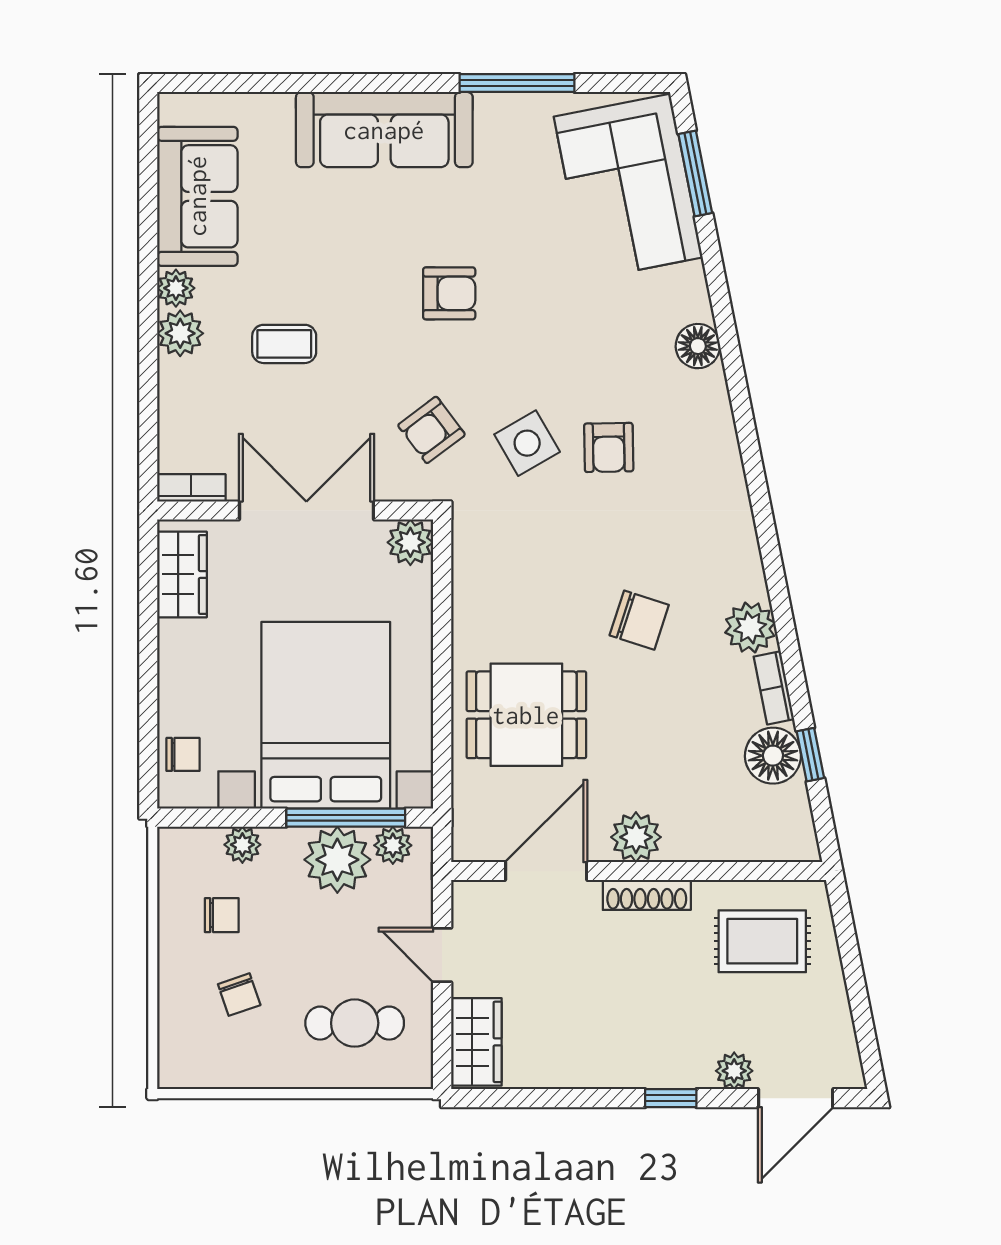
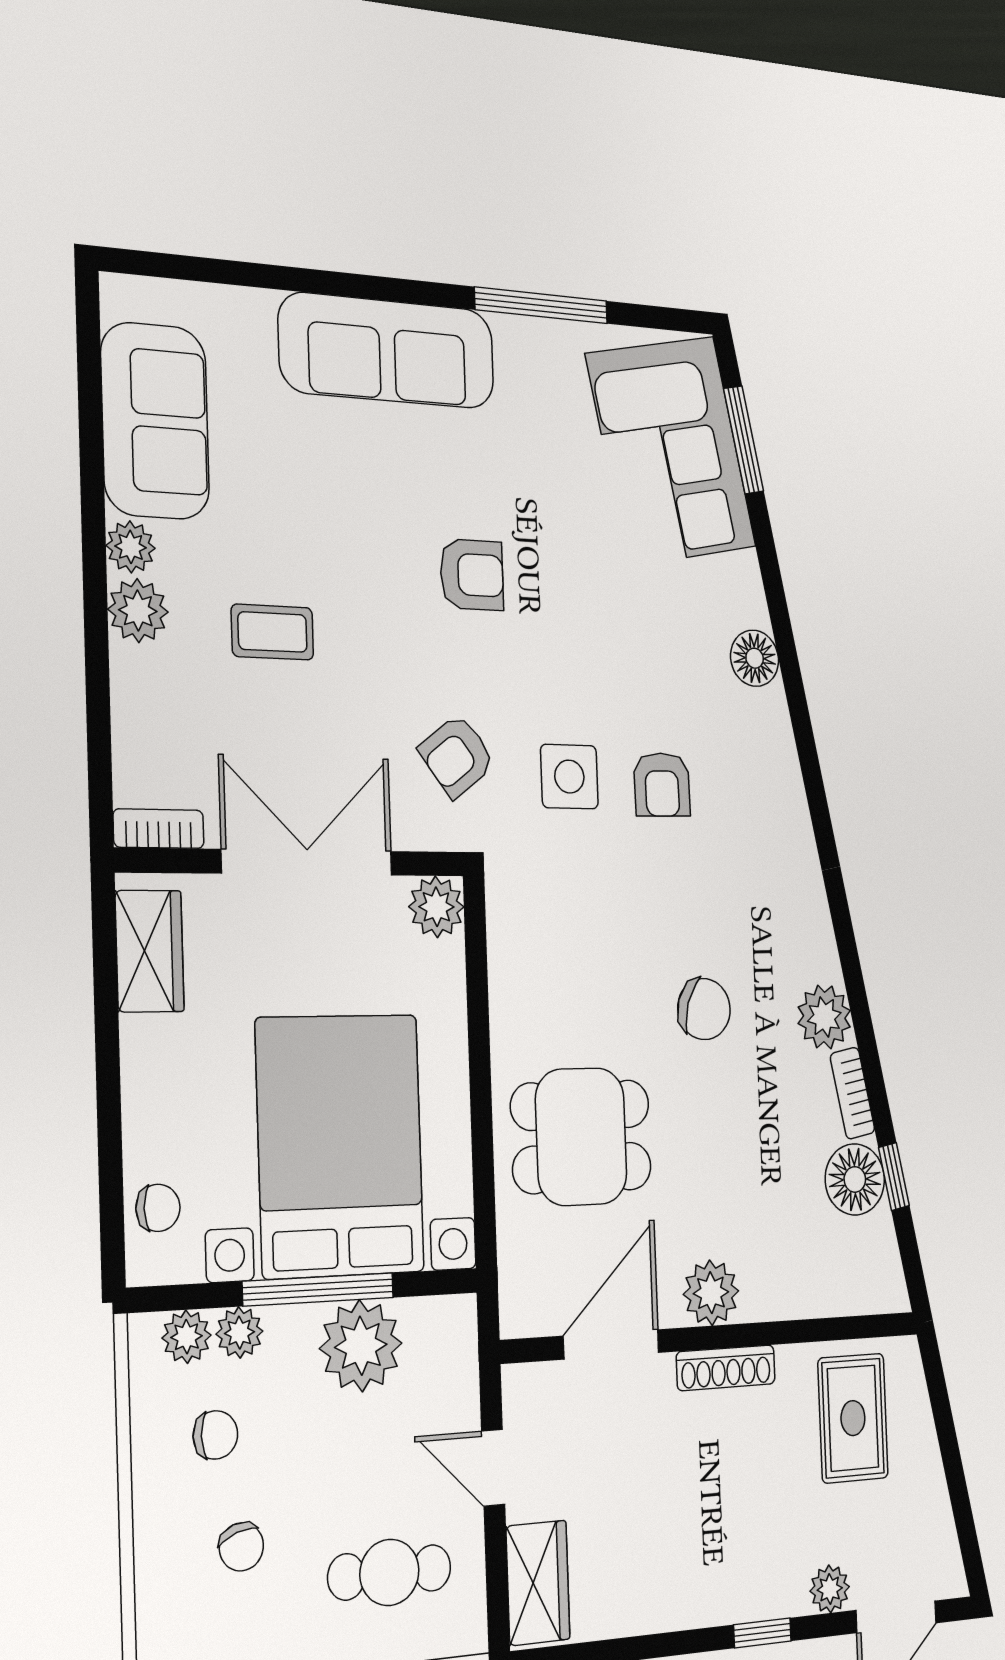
side table: (527, 443) -> (569, 777), turned 30
window: (346, 818) -> (318, 1289), moved
plant: (393, 845) -> (187, 1337), moved
rug: (762, 941) -> (853, 1418), turned 90

